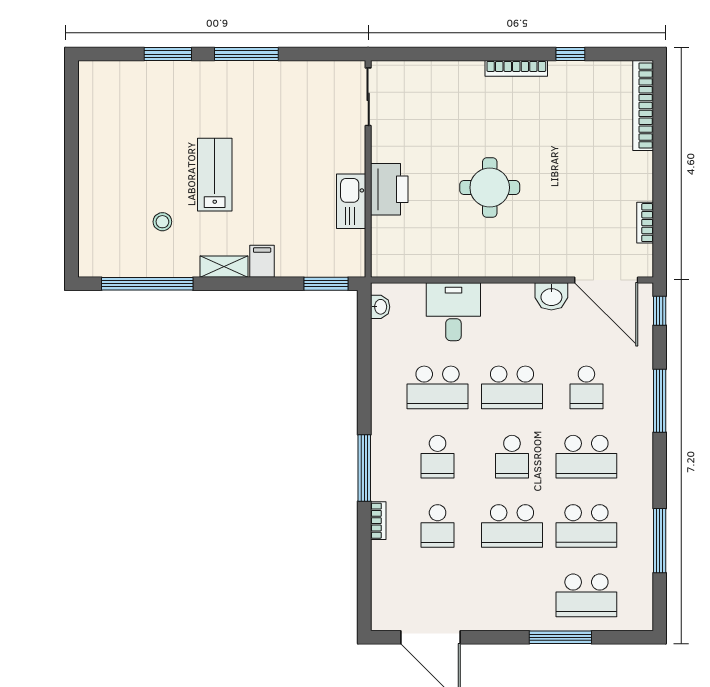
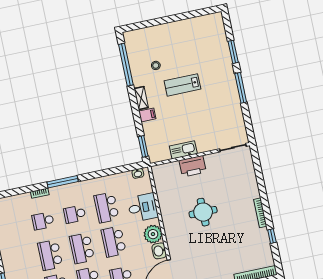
lab bench: (215, 175) -> (182, 85), turned 180
plant: (514, 302) -> (153, 234), added
school desk: (512, 457) -> (82, 248), width x1.85

